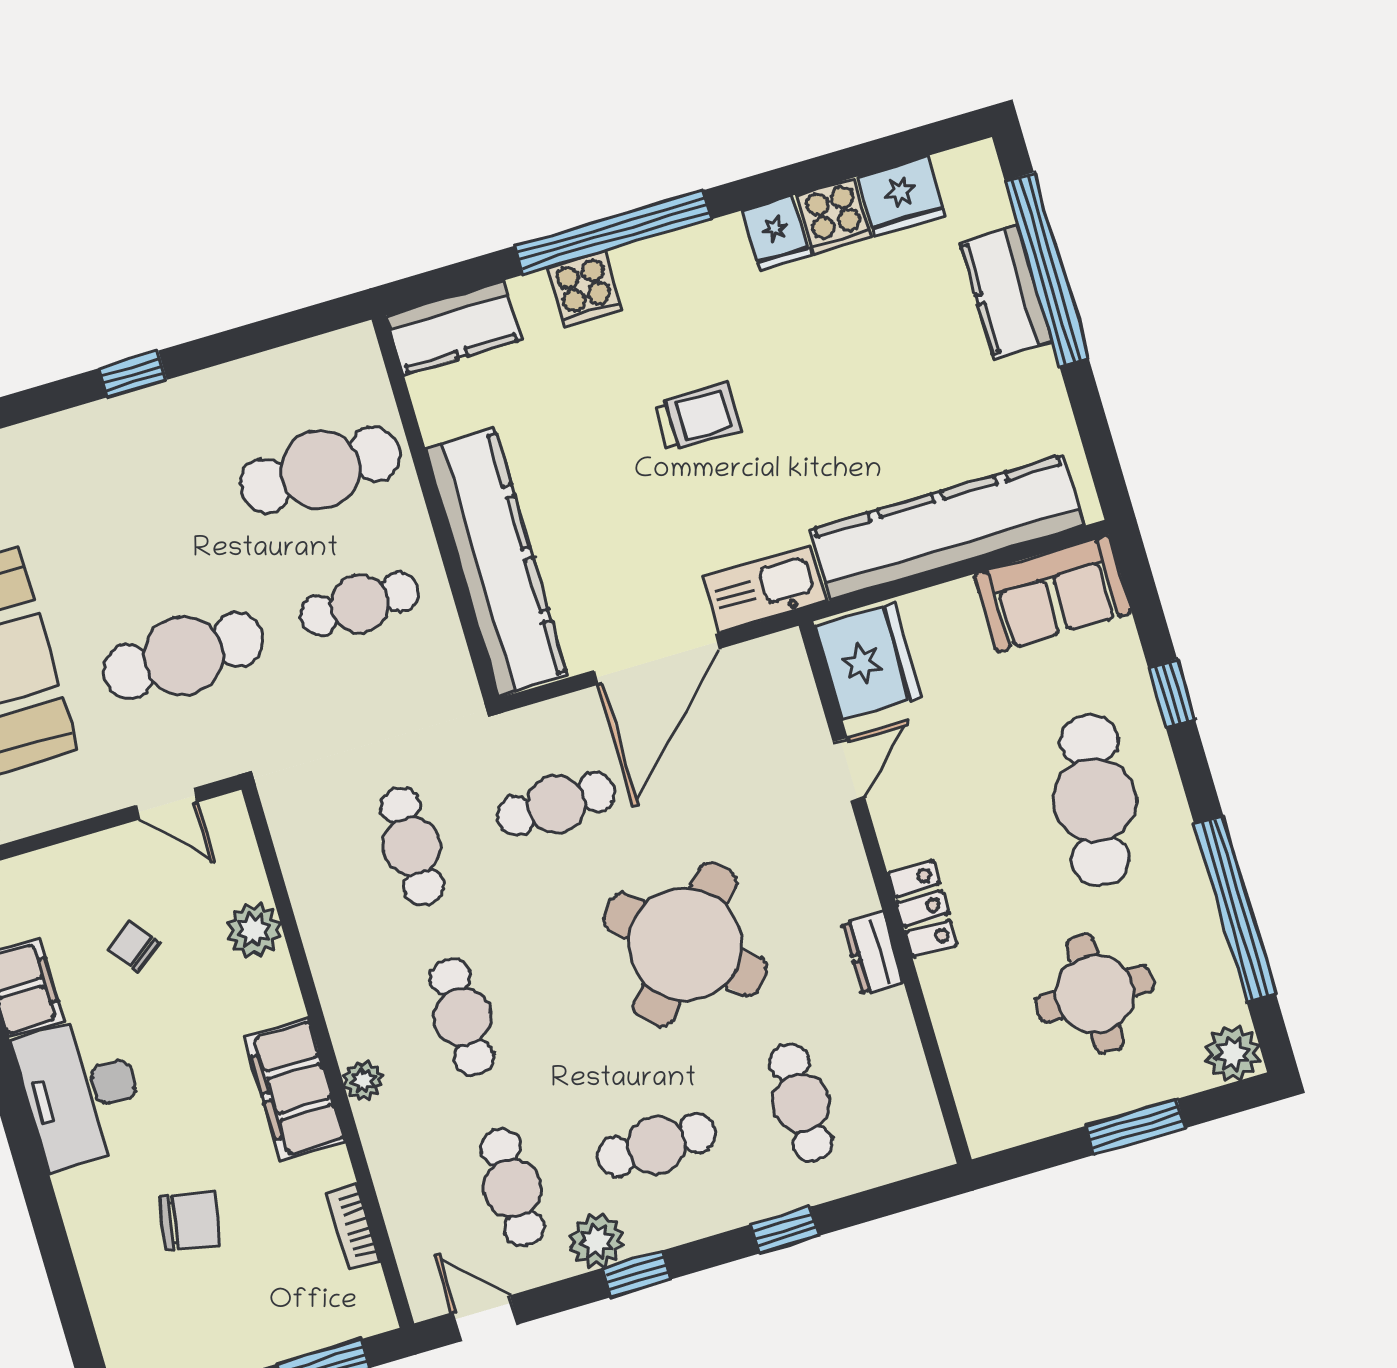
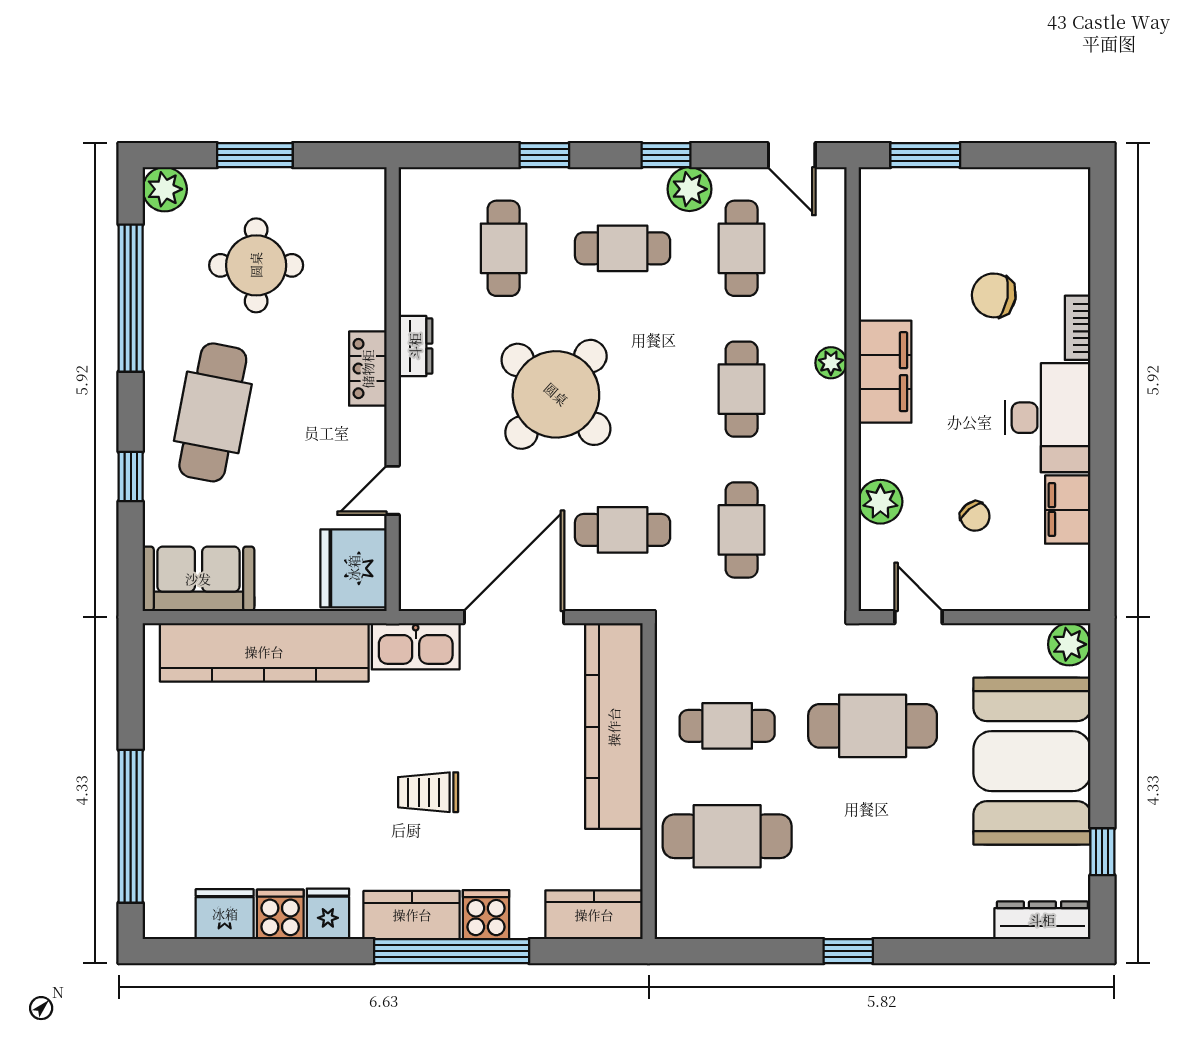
kitchen counter: (1006, 292) -> (412, 915), moved, turned -90
bookcase: (353, 1227) -> (1078, 328), moved, turned 180

